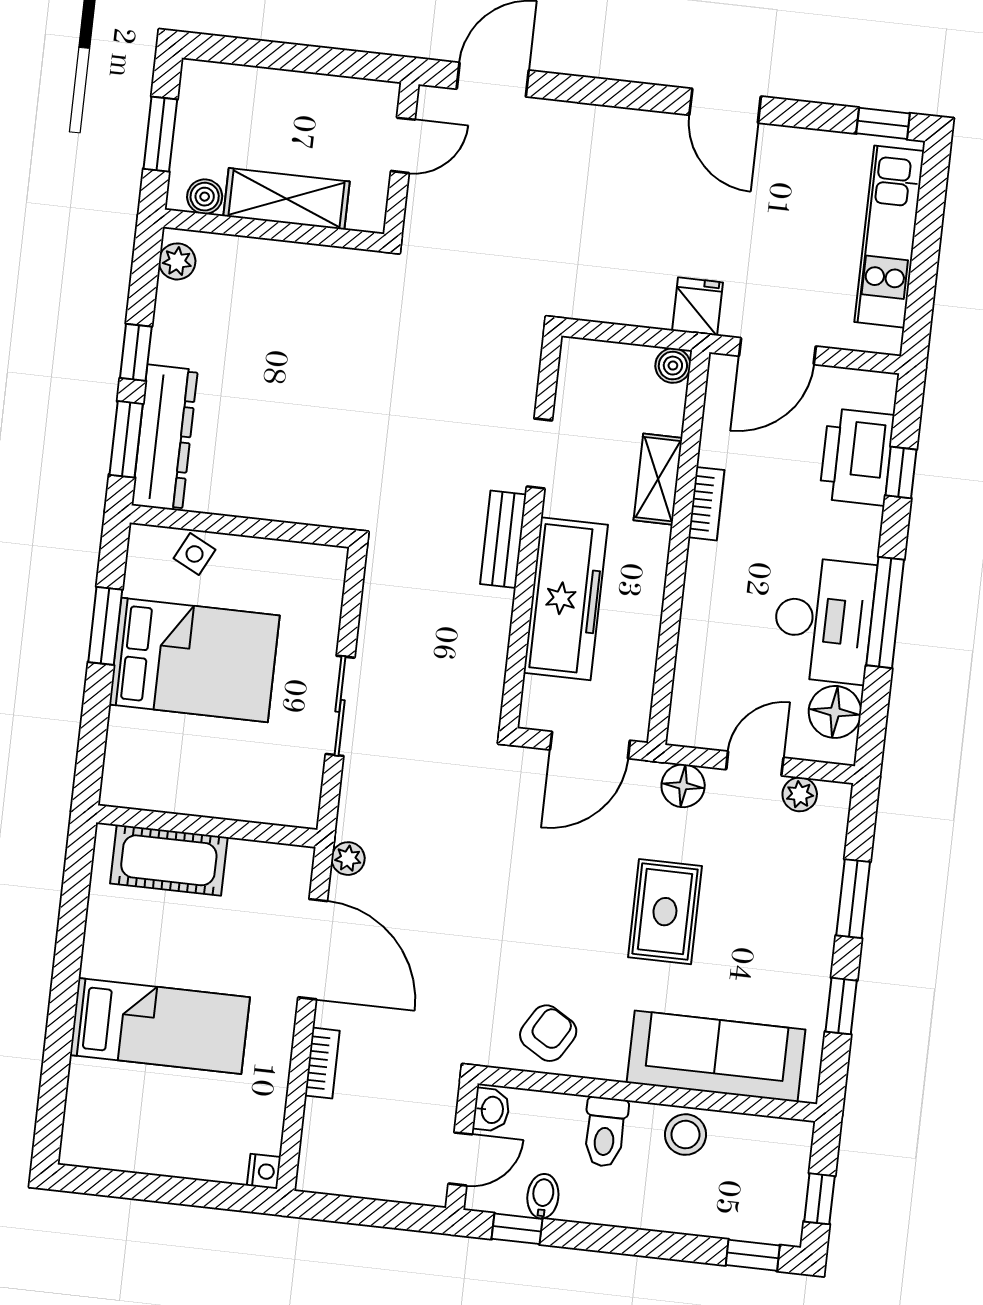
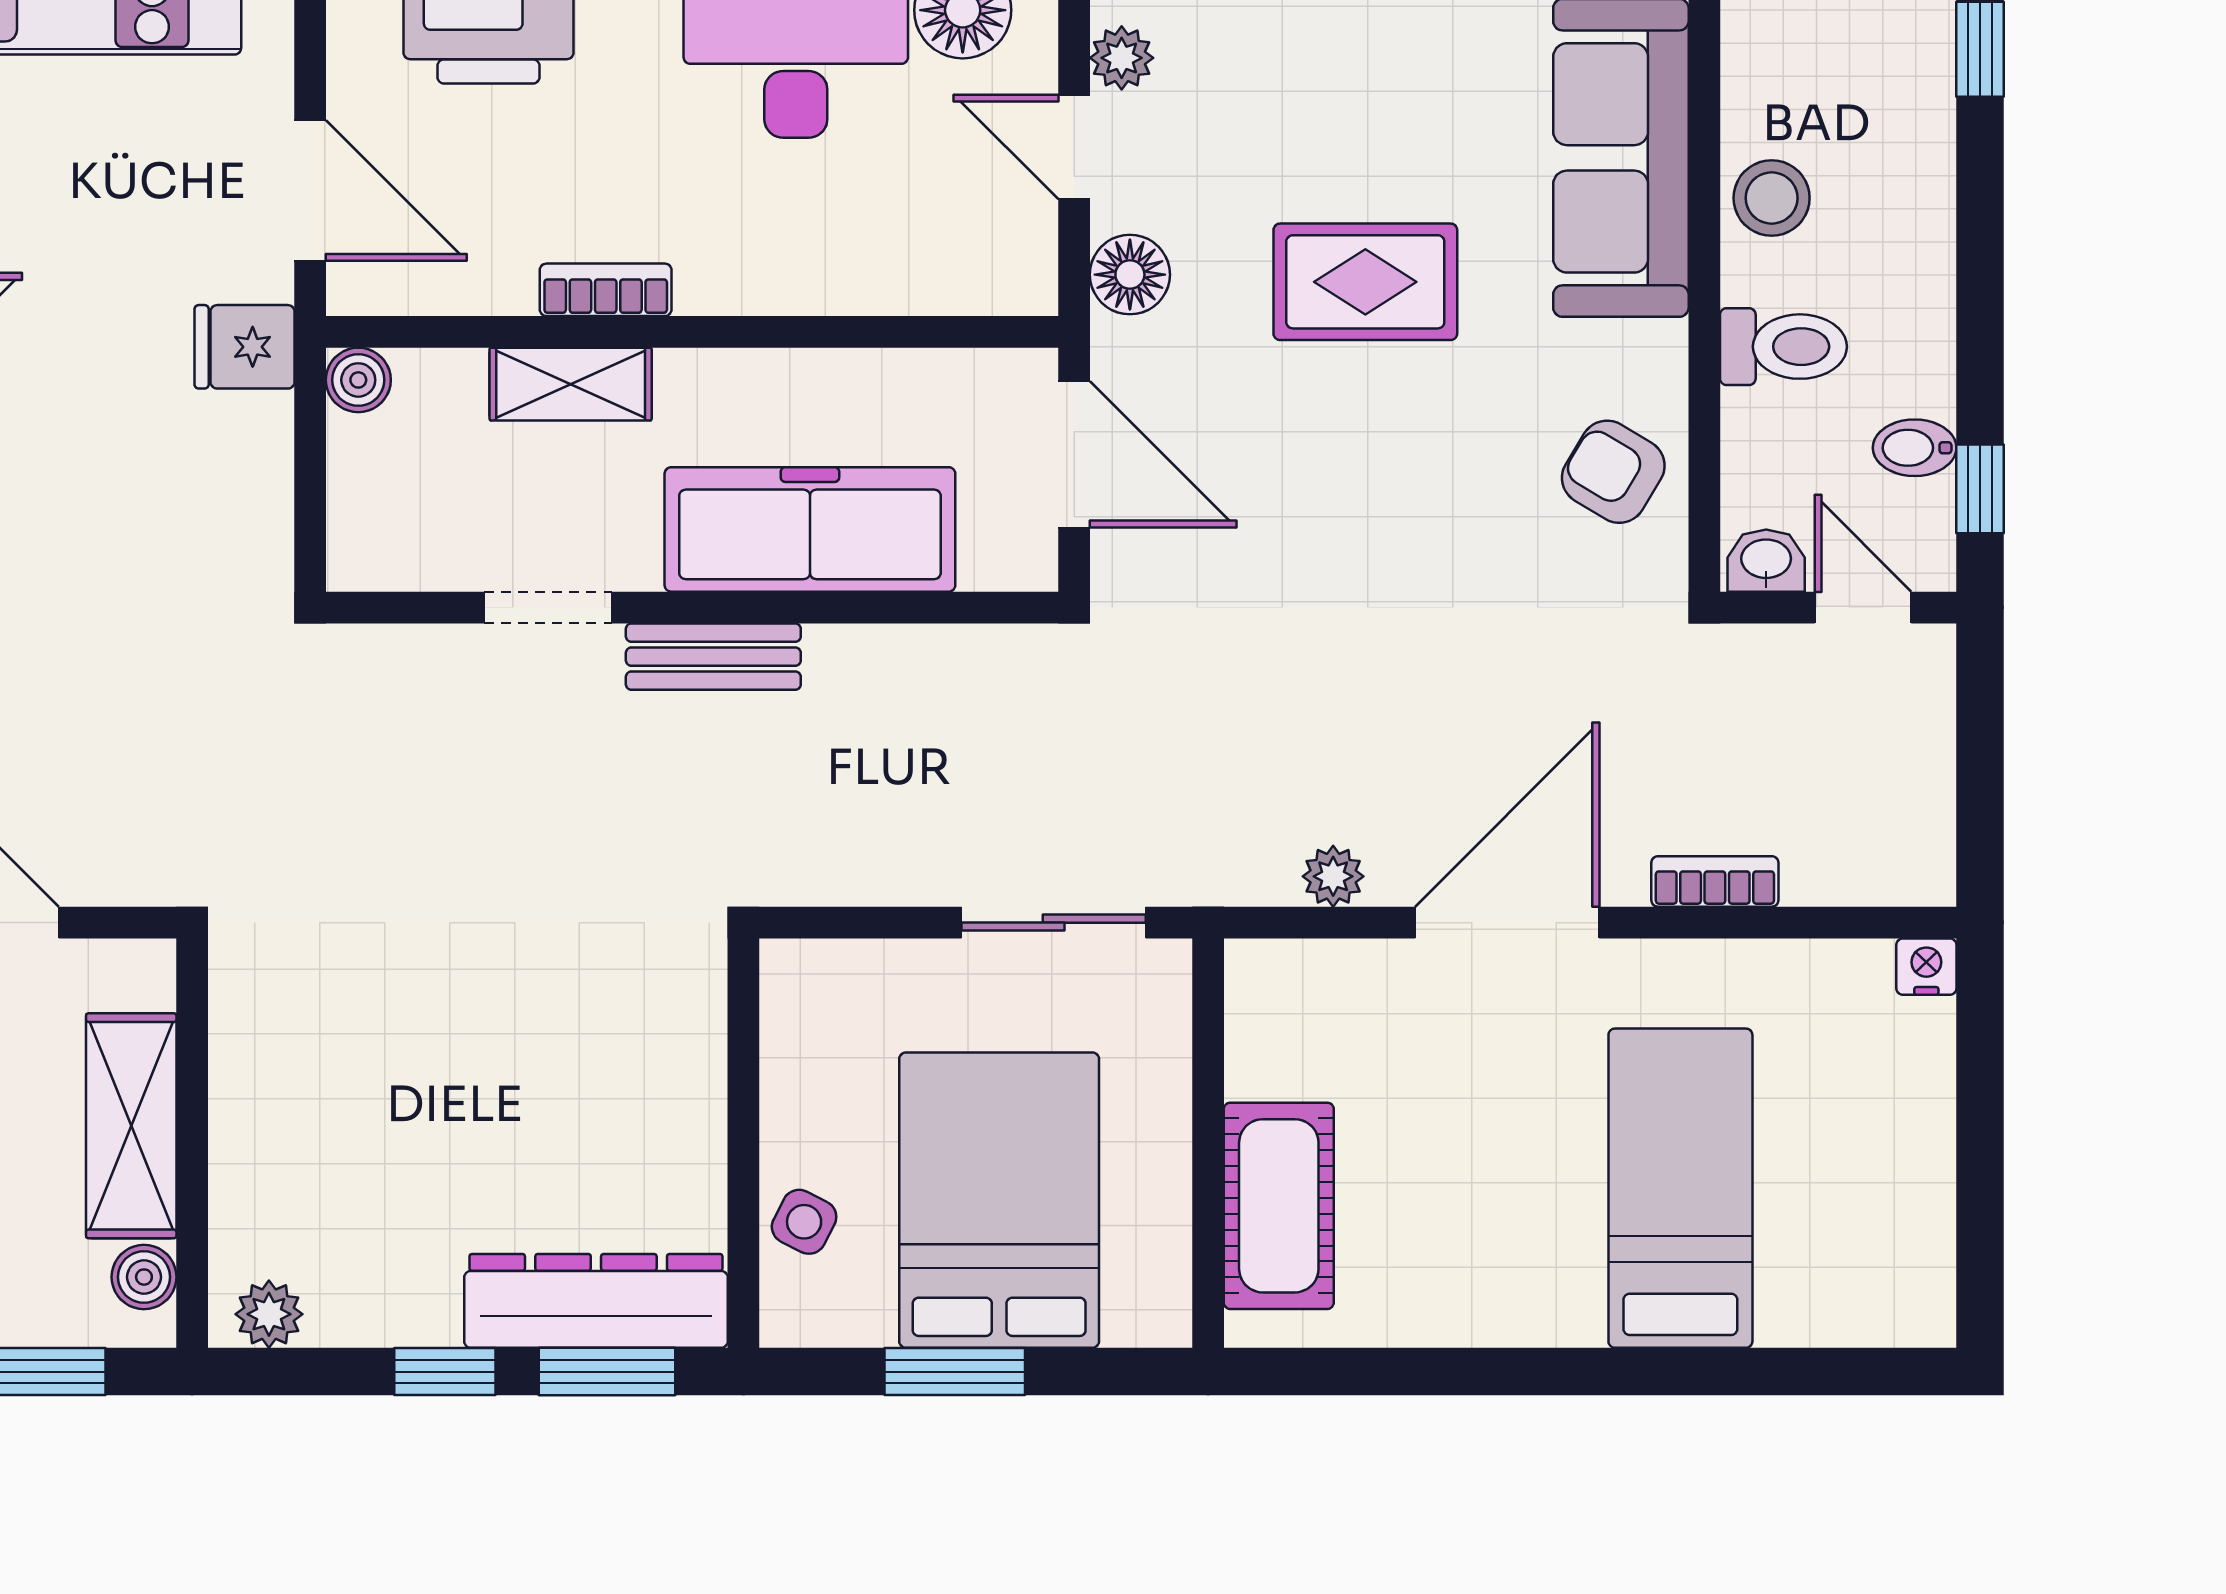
wall: (207, 826) -> (1208, 1143), moved
cot: (169, 860) -> (1279, 1206), moved

